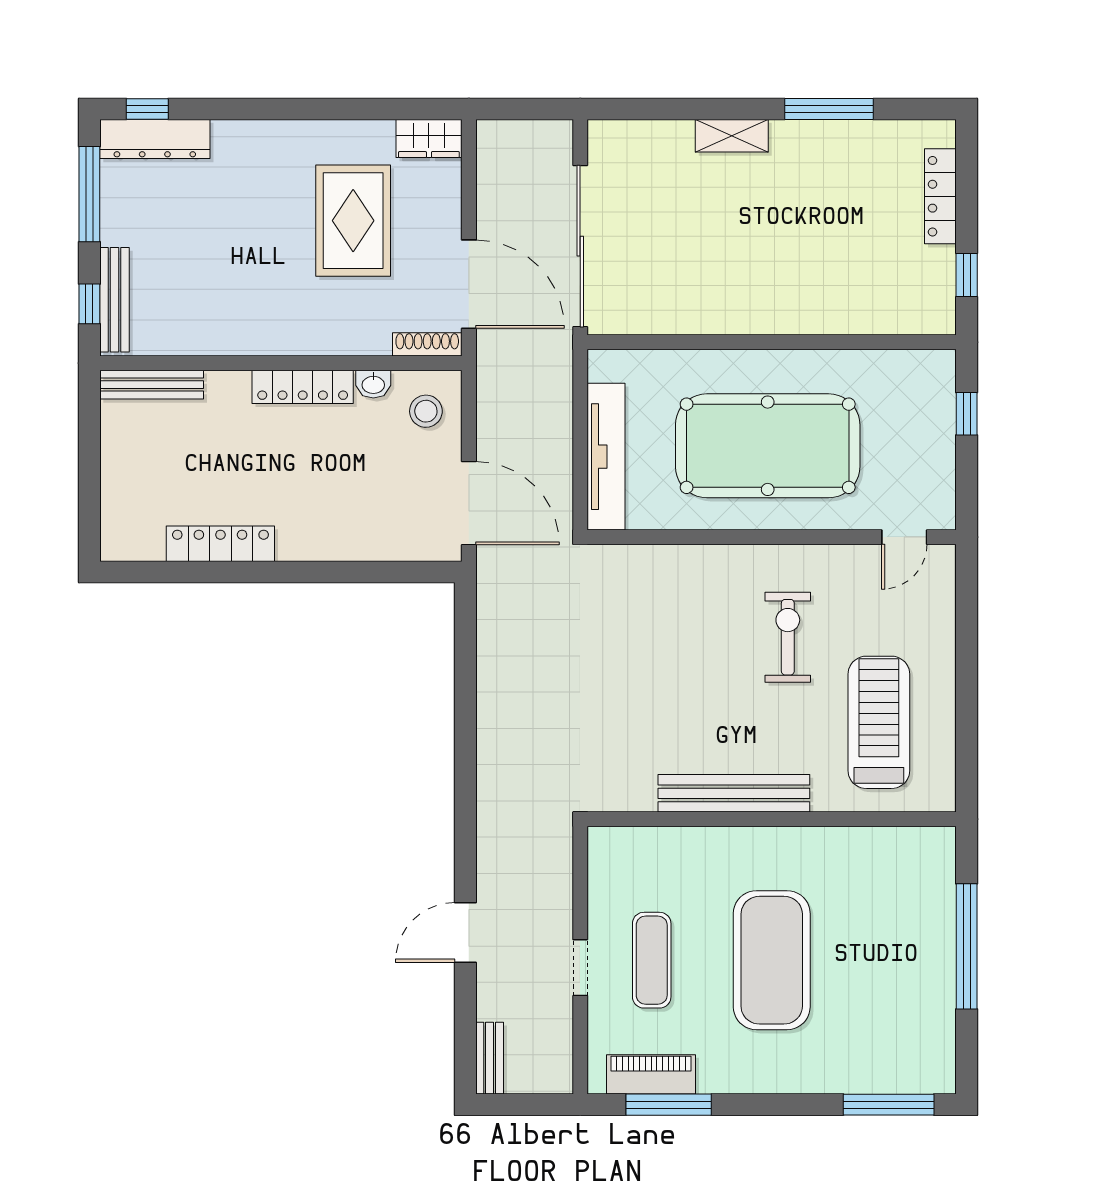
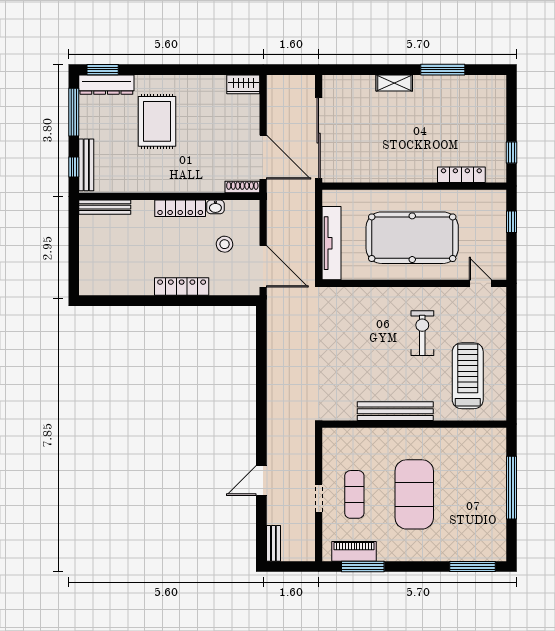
window: (147, 109) -> (103, 70), width x1.50
locker: (940, 196) -> (461, 175), moved, turned 90
rug: (353, 221) -> (157, 121), moved
stool: (426, 411) -> (225, 244), moved
door: (904, 537) -> (480, 283), swing flipped
locker: (220, 544) -> (182, 287), moved

